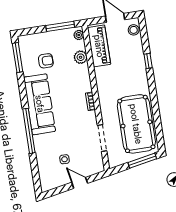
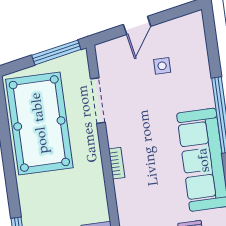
window: (142, 161) -> (56, 52), moved
door: (80, 183) -> (137, 25), hinge flipped

